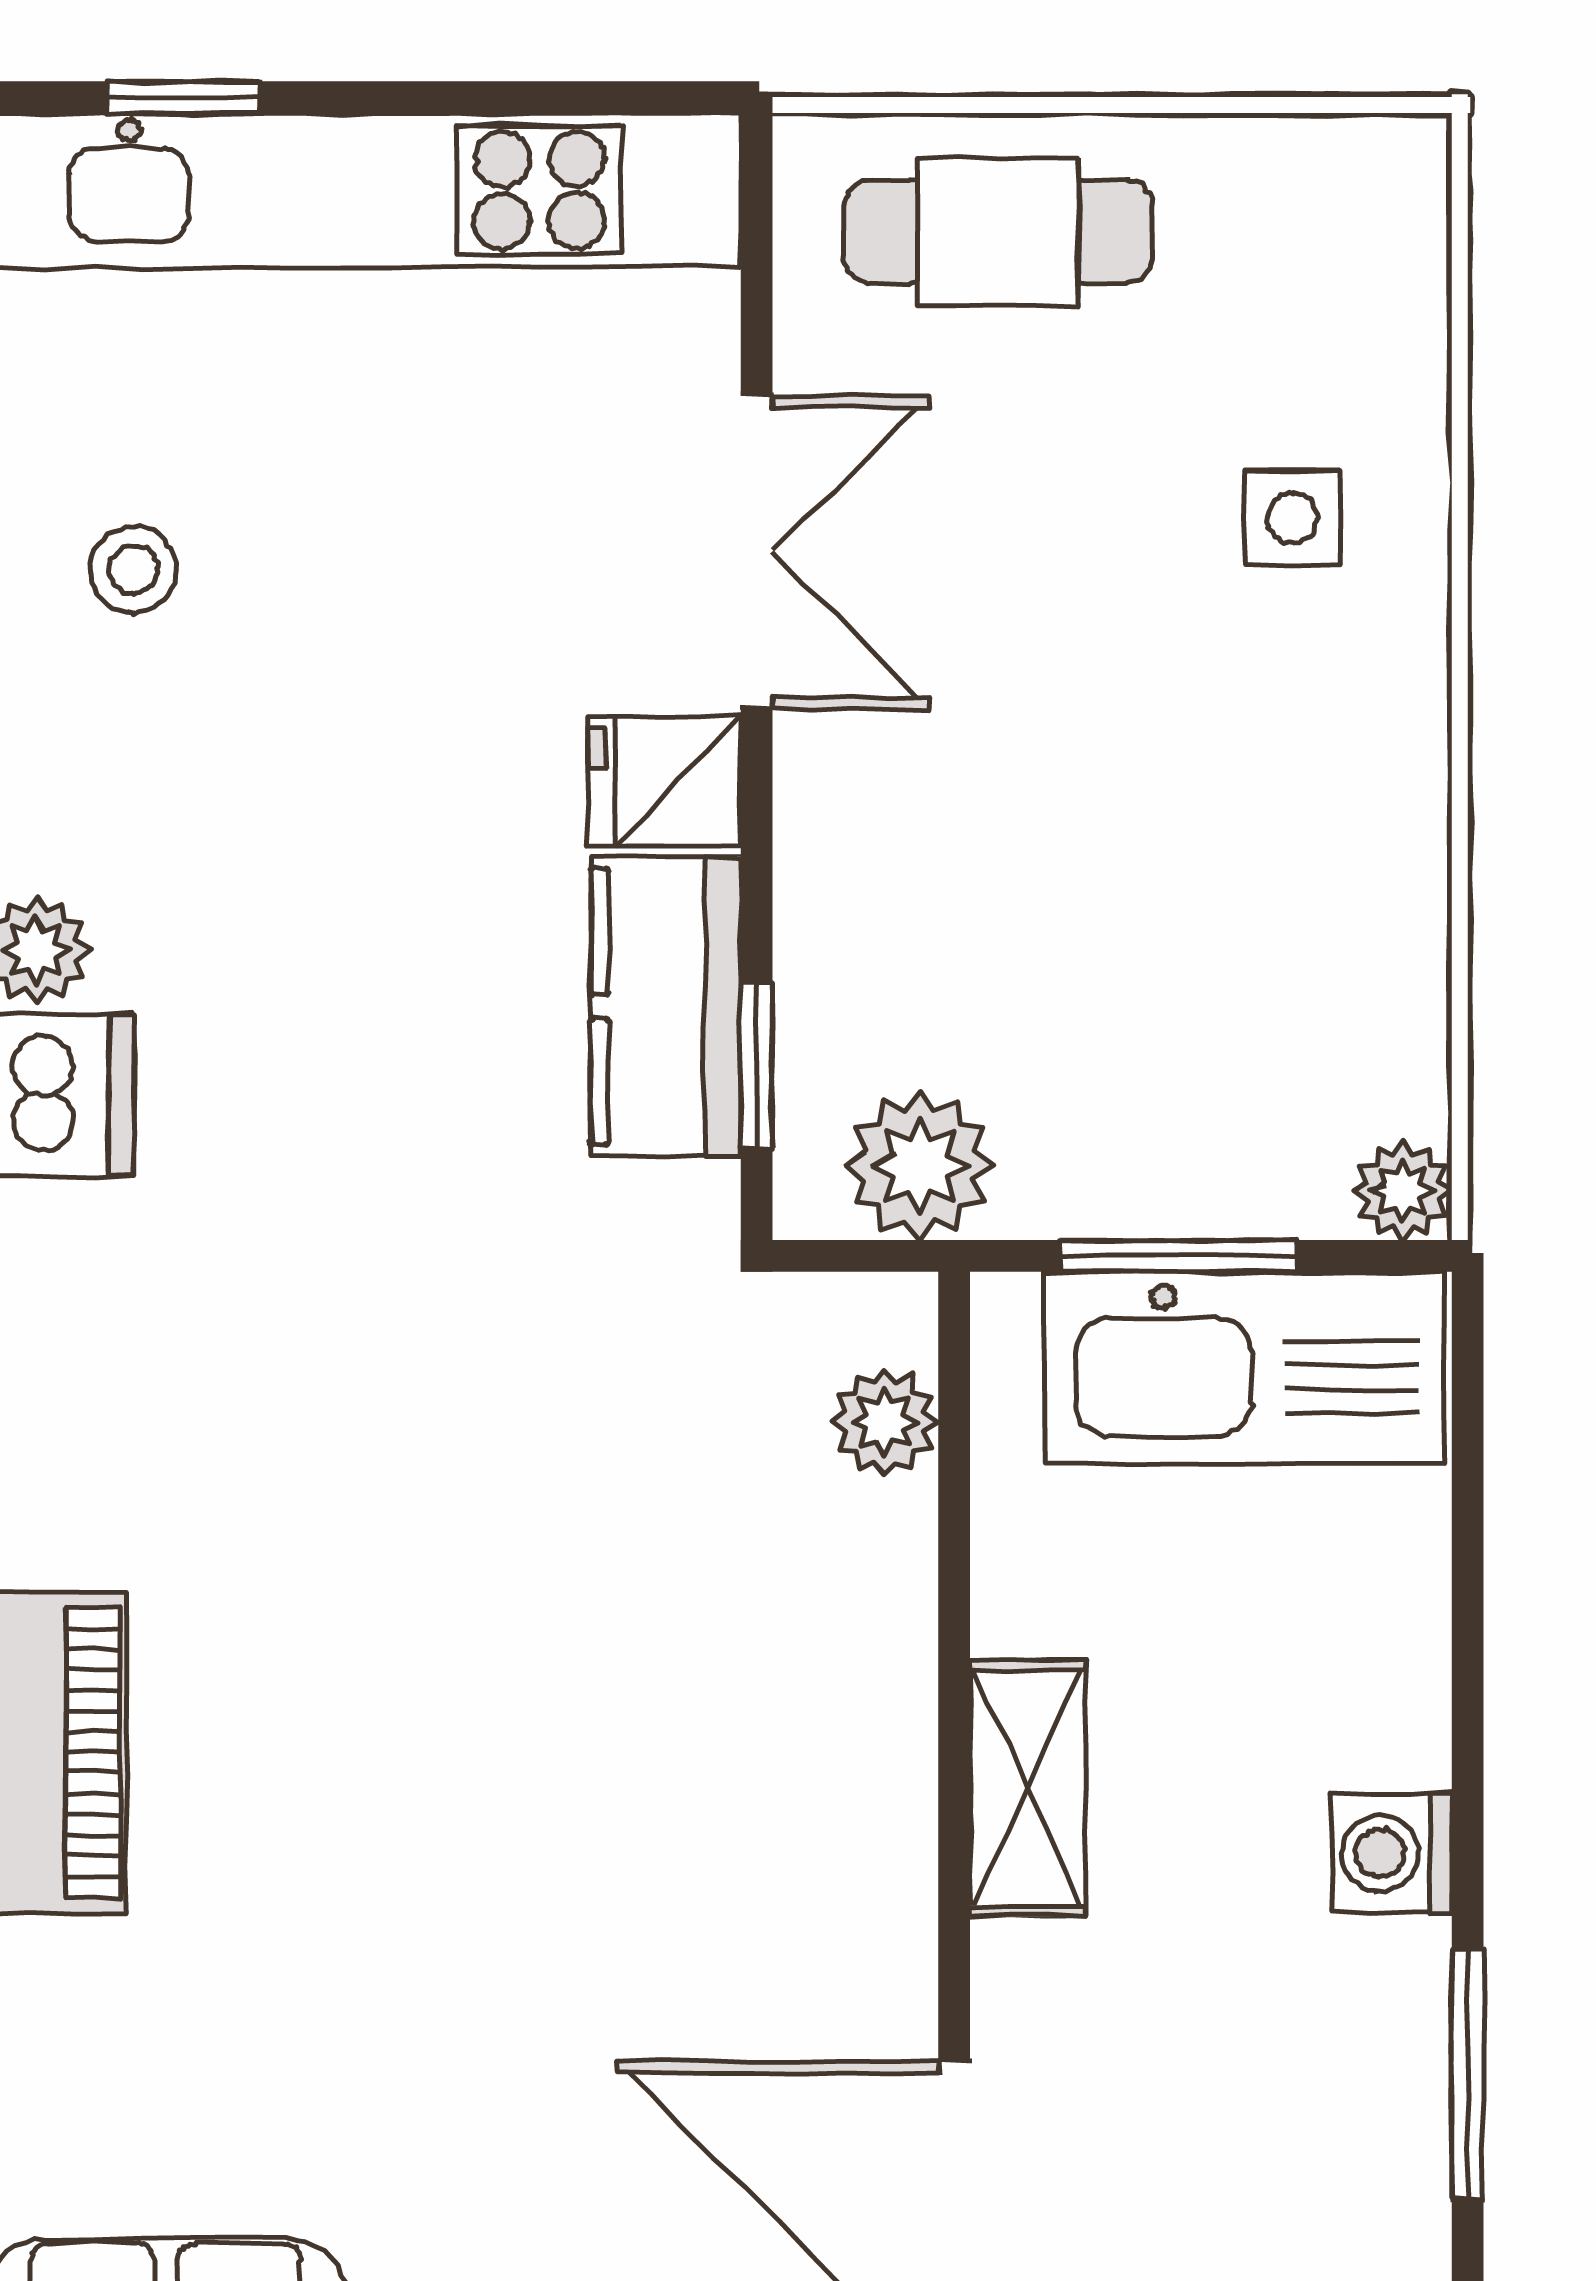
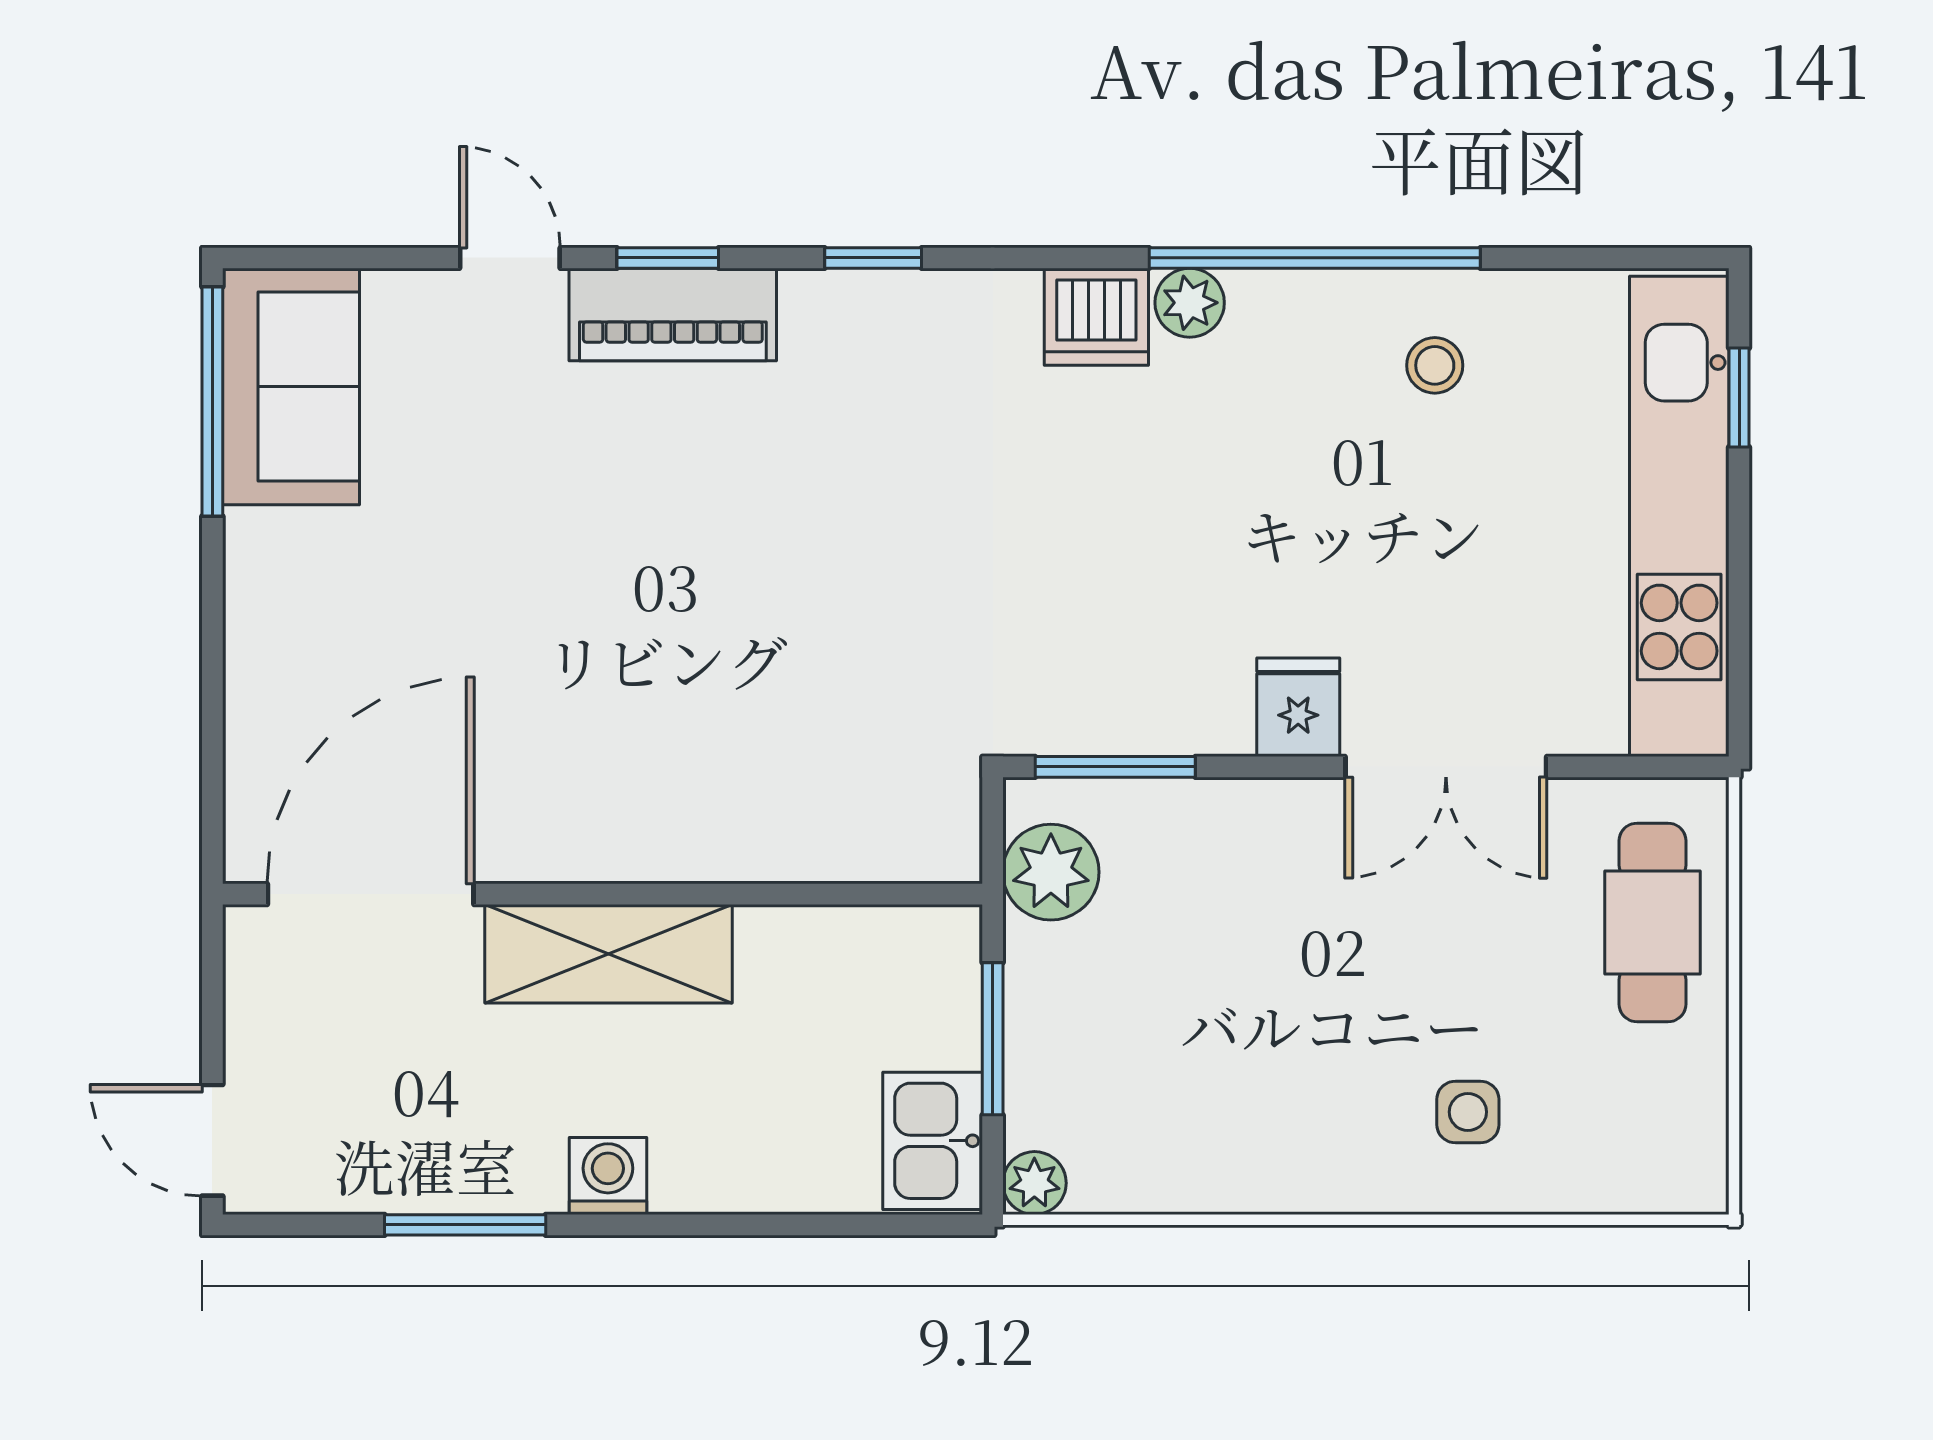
kitchen counter: (666, 1006) -> (1153, 708), removed
window: (757, 1065) -> (1115, 767), width x1.50
kitchen sink: (1244, 1368) -> (933, 1141), width x0.53, depth x0.81
plant: (885, 1422) -> (886, 849), removed
shelving: (1027, 1788) -> (608, 954), width x1.50, depth x1.33

